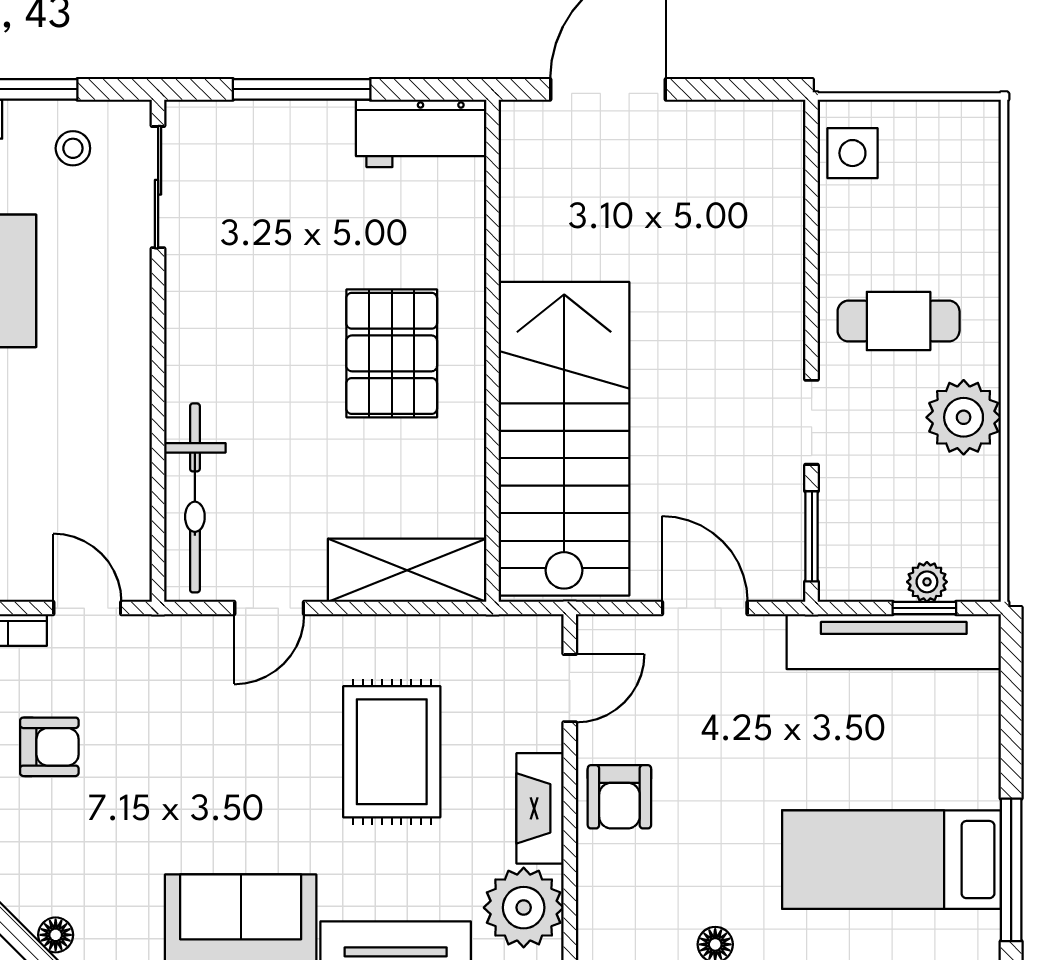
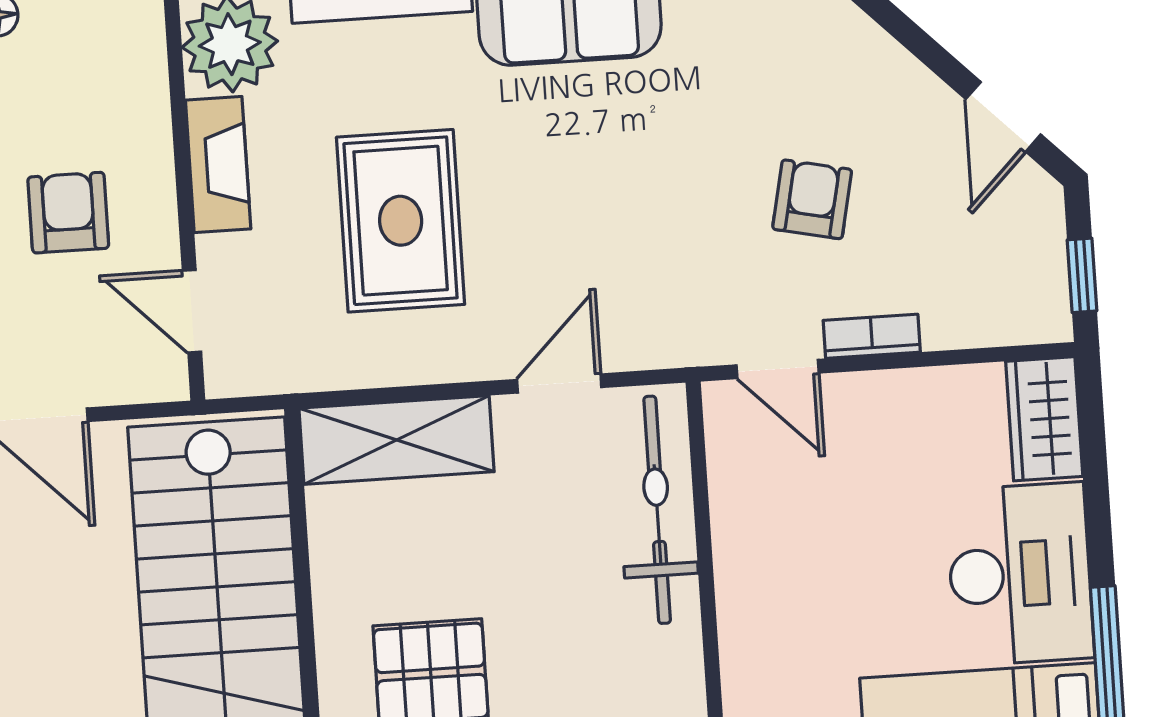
door: (570, 688) -> (192, 311), hinge flipped
armchair: (49, 747) -> (812, 199), turned 102
armchair: (619, 797) -> (68, 213), moved

